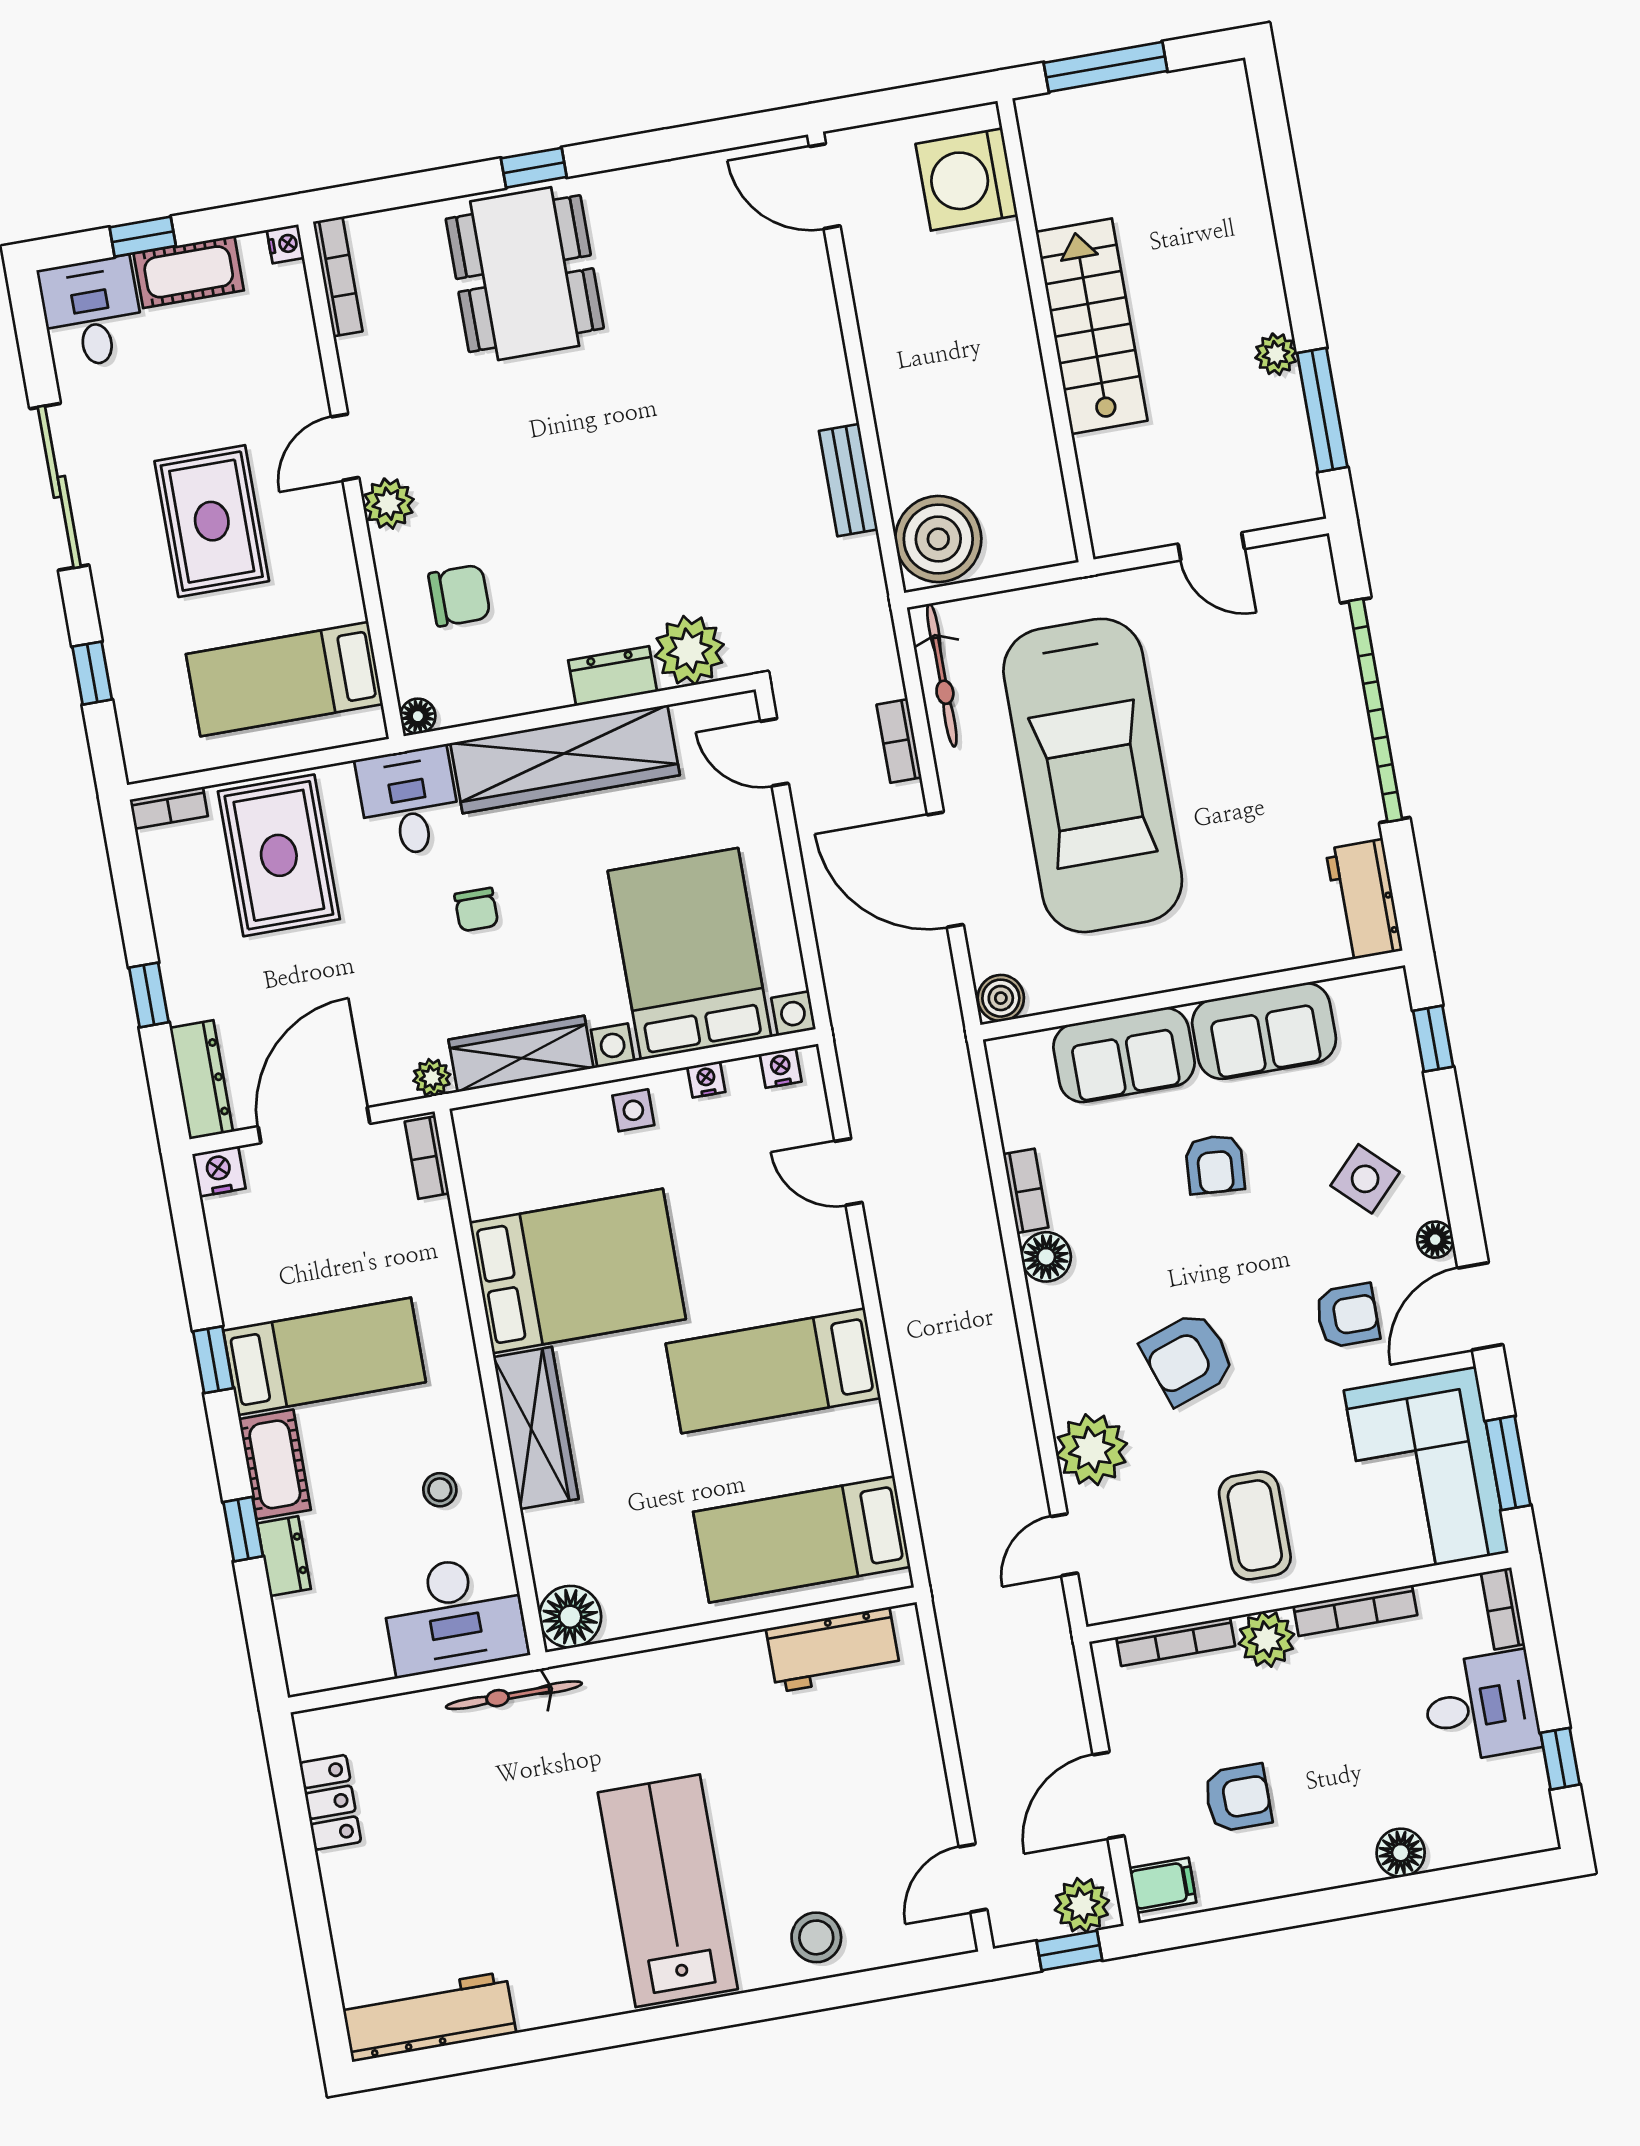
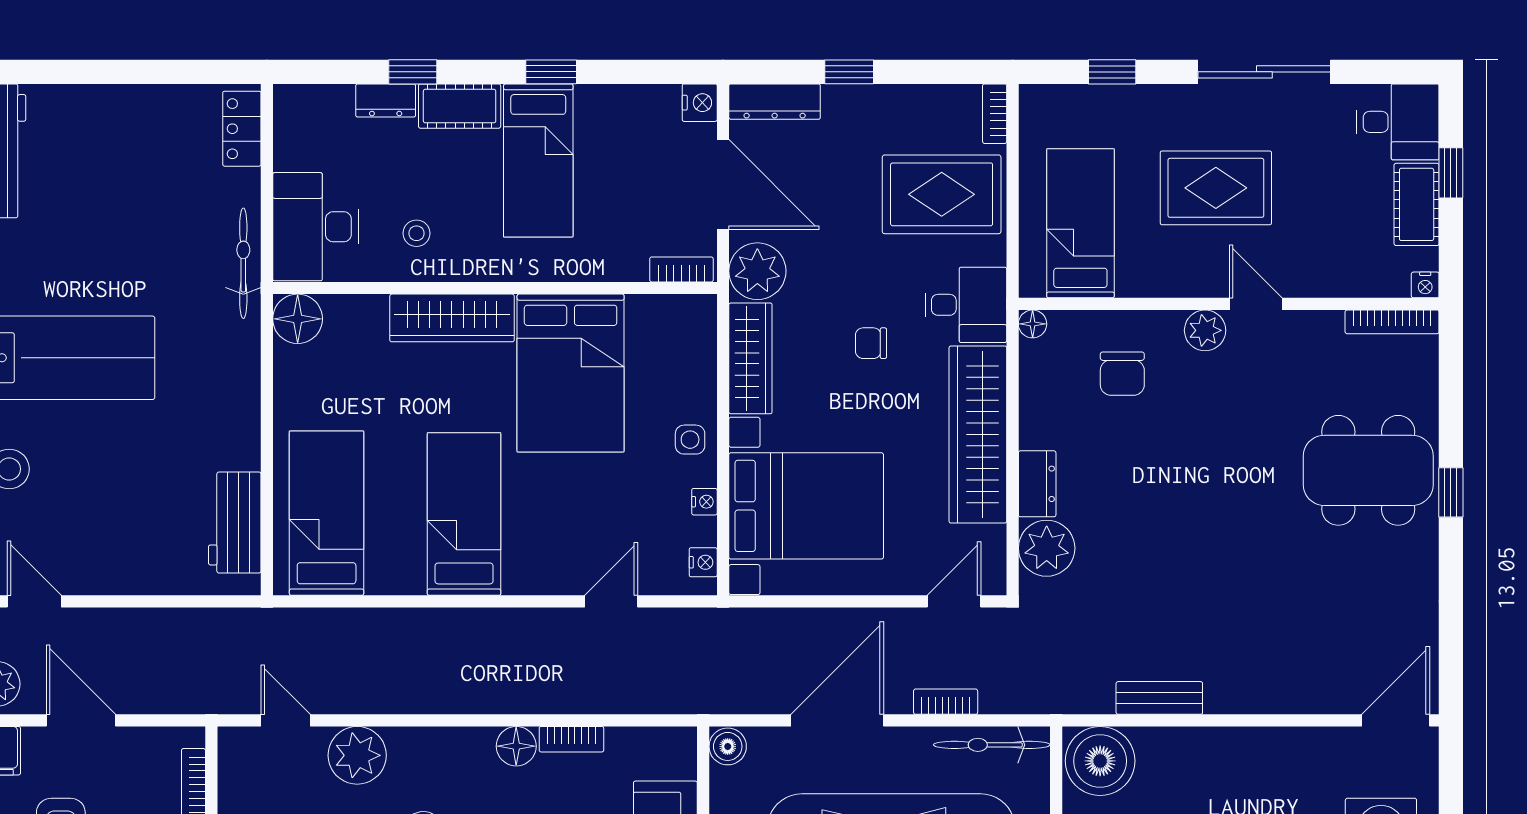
plant: (432, 1078) -> (757, 271), width x1.87, depth x1.87
locker: (330, 1802) -> (242, 129), moved, turned 90

